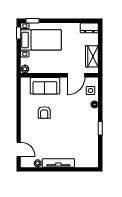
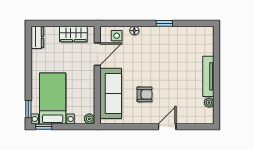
door: (76, 75) -> (97, 54), hinge flipped
sofa: (45, 86) -> (111, 93), width x1.36
door: (19, 149) -> (167, 127), moved

